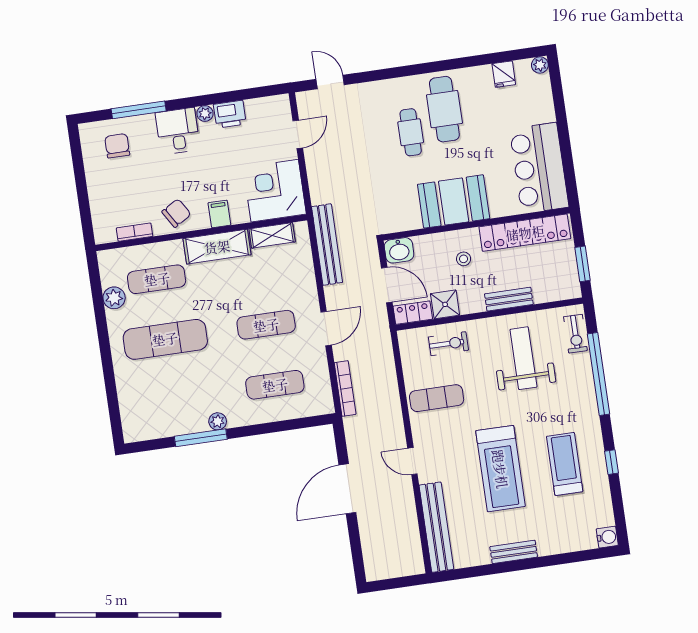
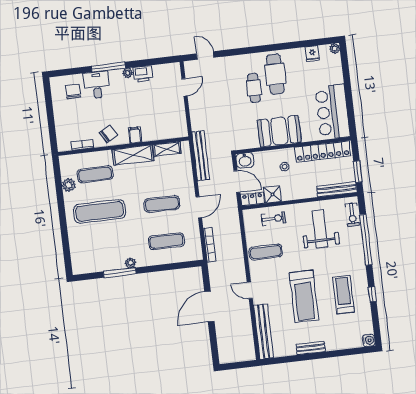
window: (139, 110) -> (108, 67), moved
desk: (178, 131) -> (97, 85), moved
corner desk: (275, 191) -> (169, 122), removed
bench: (509, 299) -> (337, 189), moved, width x1.36

